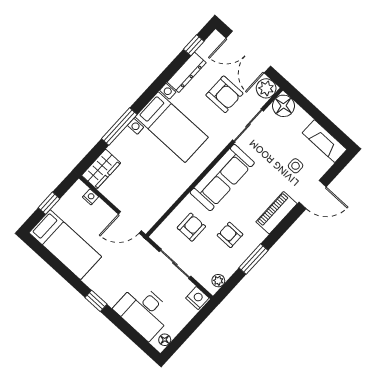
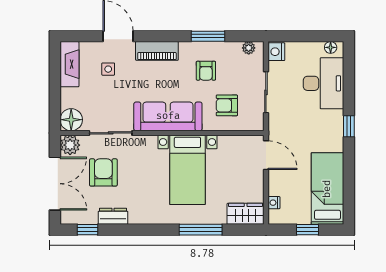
dresser: (187, 72) -> (113, 216), width x0.70
bed with nightstands: (172, 127) -> (187, 170), moved, turned 180

